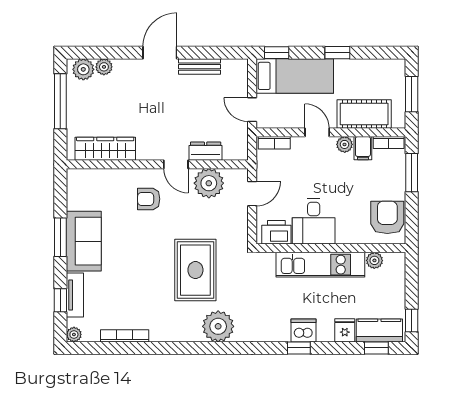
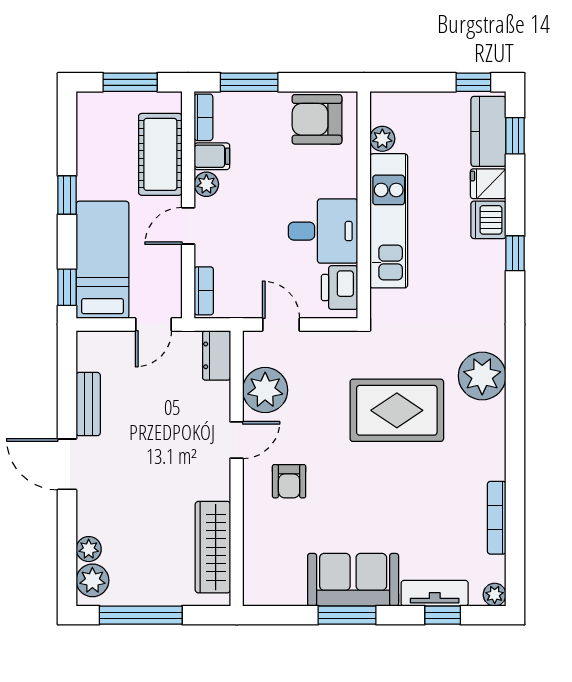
dresser: (206, 151) -> (217, 355), moved
dishwasher: (303, 330) -> (488, 220), moved

